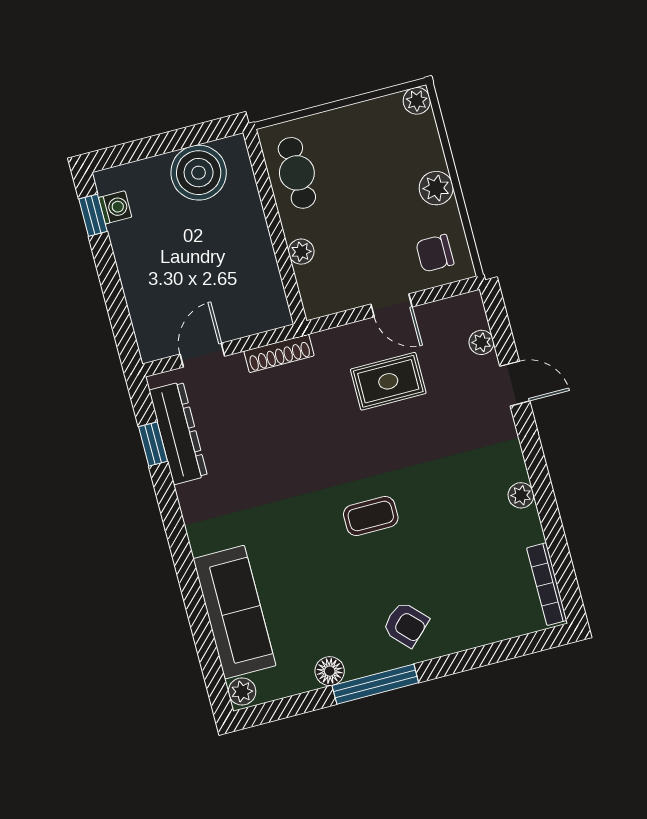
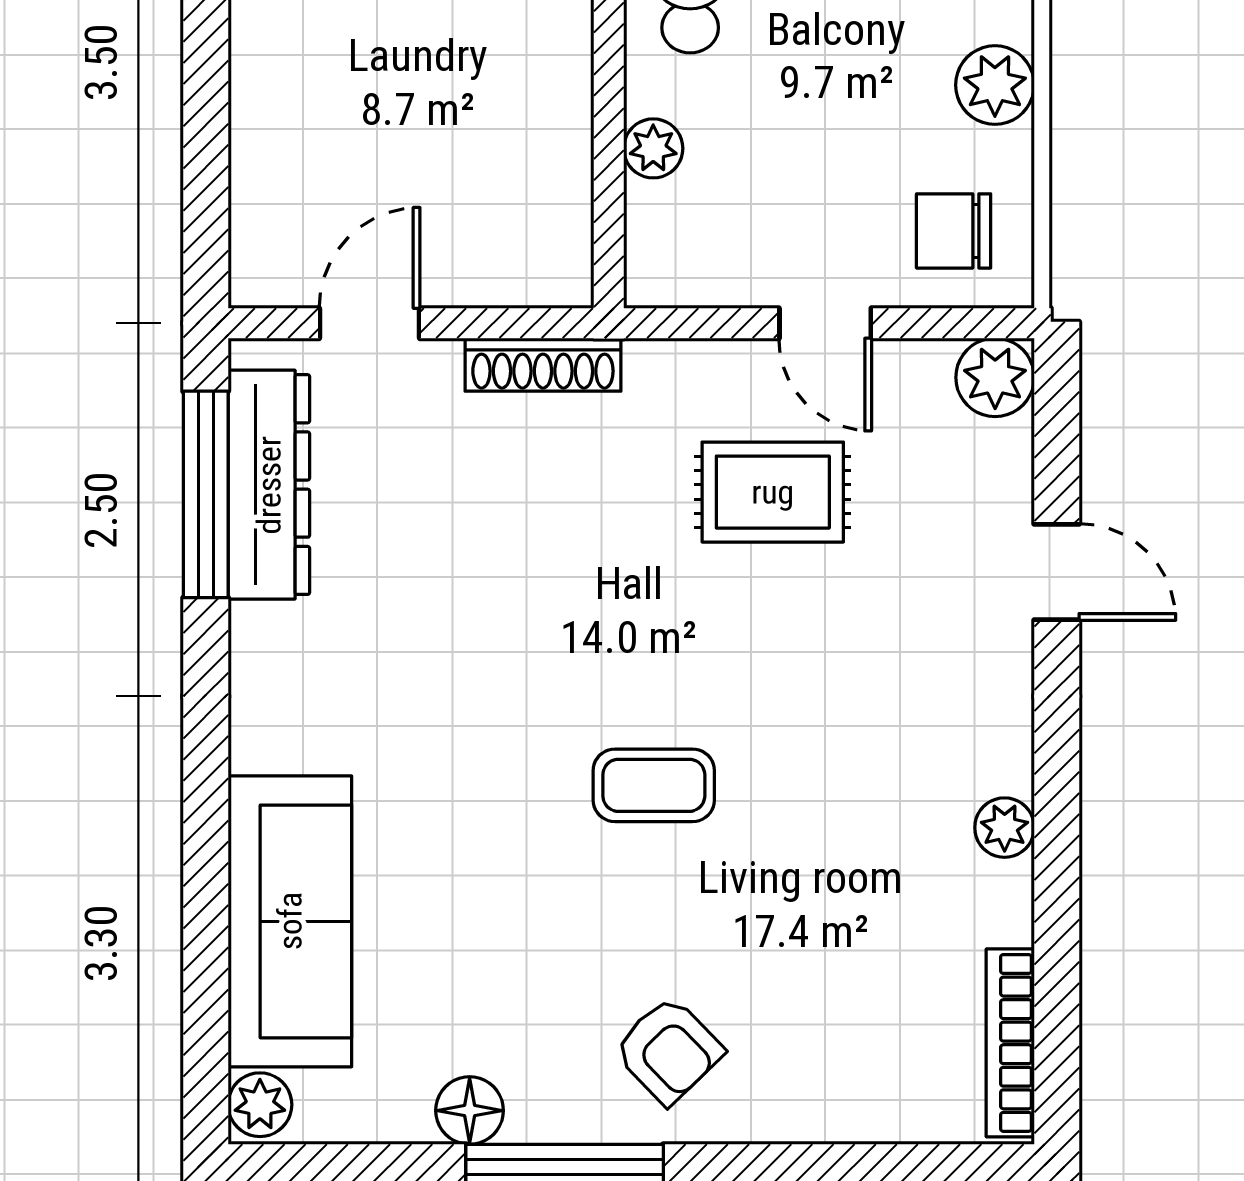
plant: (481, 342) -> (995, 377), moved, width x1.38, depth x1.38
window: (153, 444) -> (206, 494), width x2.17

